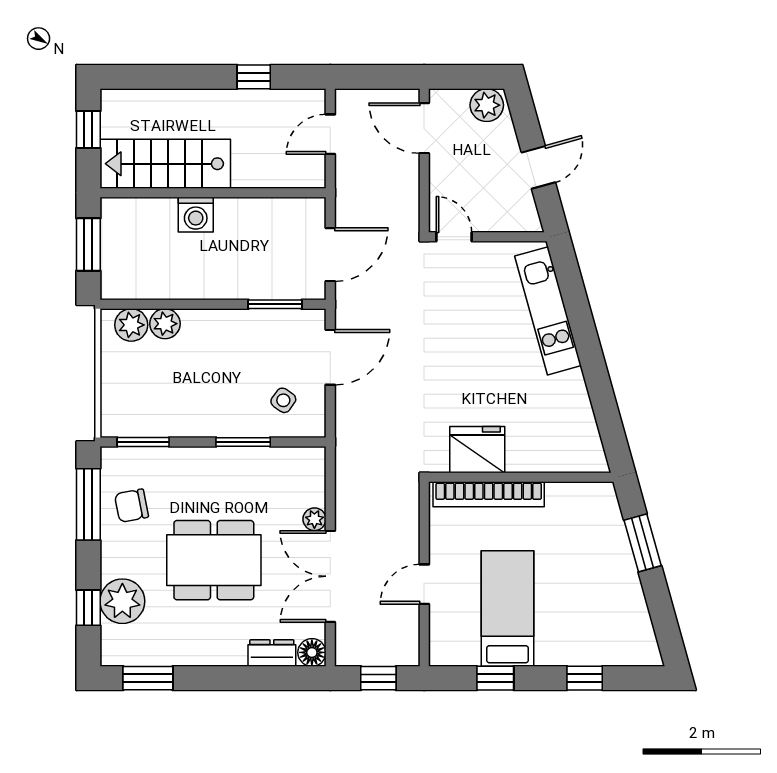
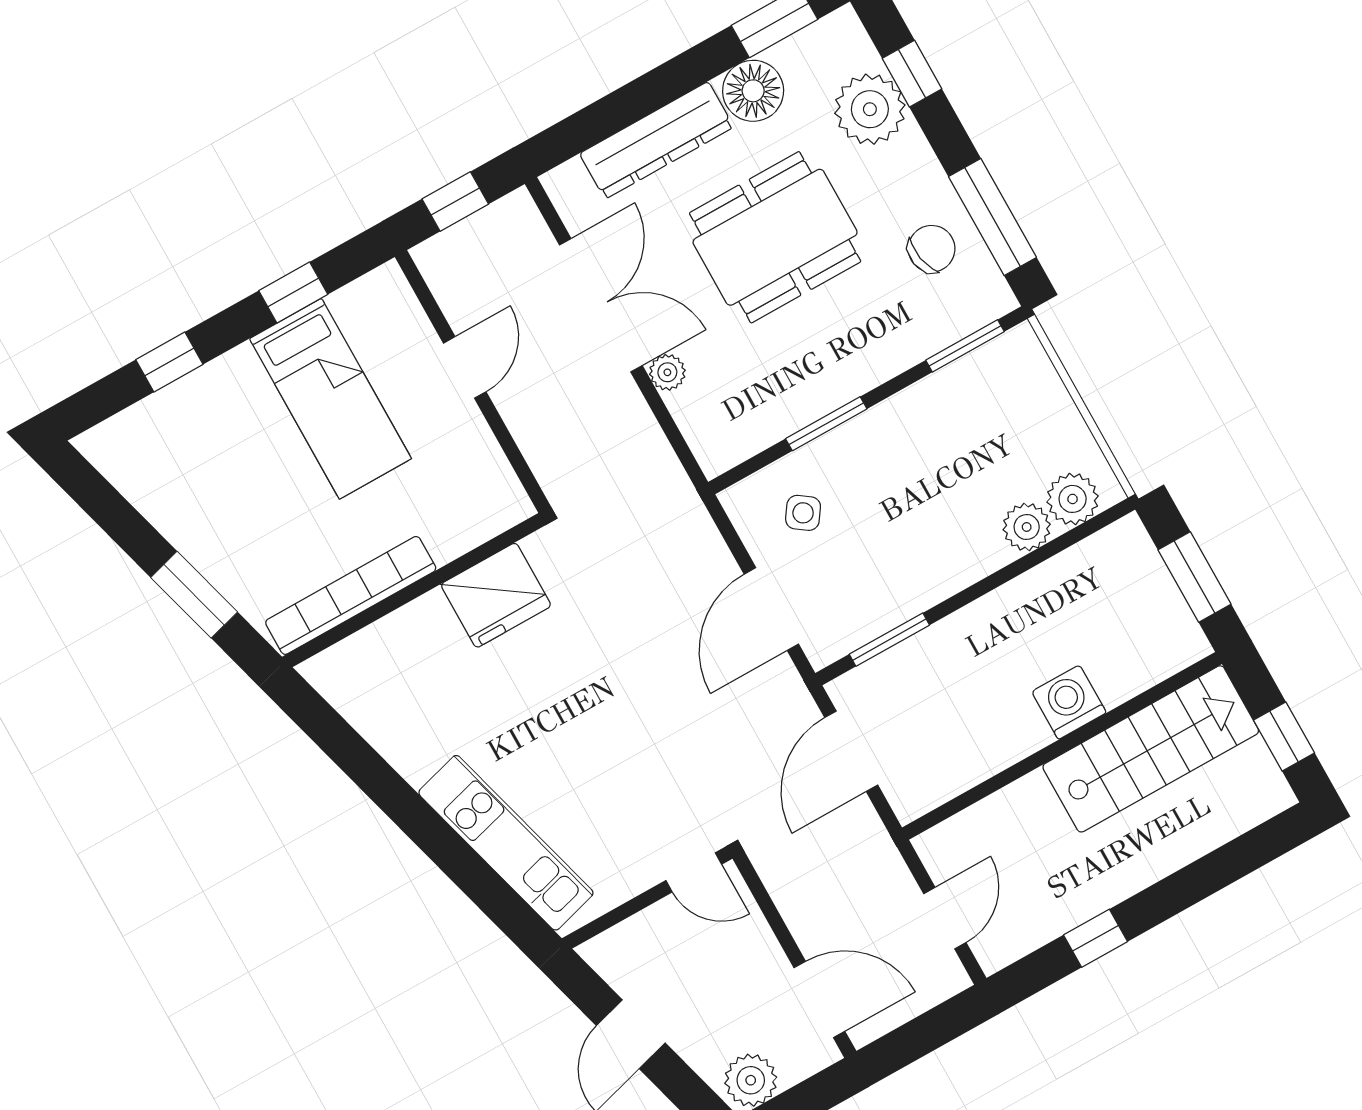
bookcase: (489, 494) -> (351, 595), moved
floor lamp: (312, 652) -> (753, 91), moved, width x1.38, depth x1.38
dresser: (272, 653) -> (657, 140), width x1.96, depth x1.24

